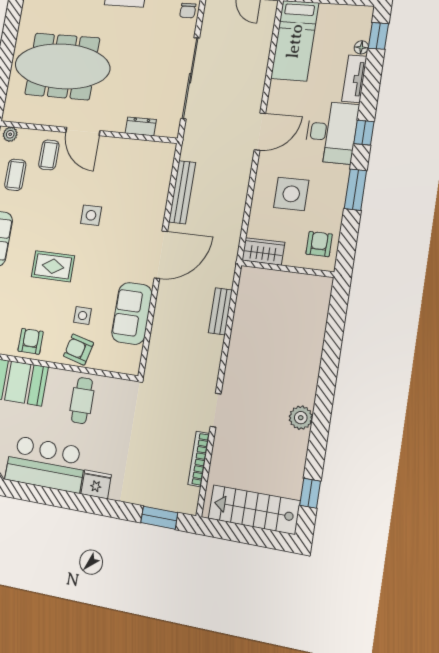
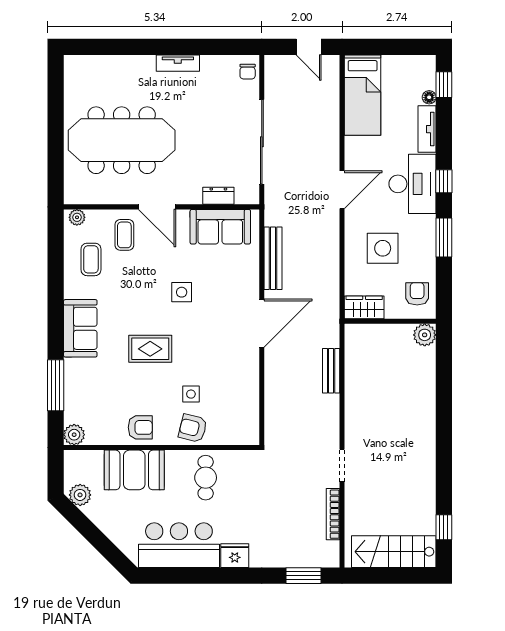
sofa: (132, 313) -> (220, 227), moved, turned -90
armchair: (31, 341) -> (140, 427), turned 90
plant: (301, 418) -> (425, 335), moved

